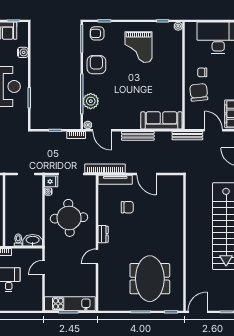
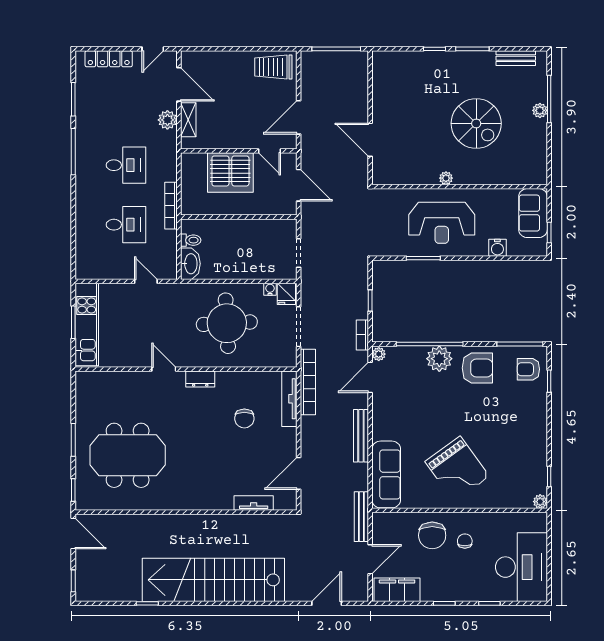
armchair: (97, 33) -> (528, 369), turned -90
grand piano: (139, 47) -> (457, 469), moved, turned -126
chair: (199, 92) -> (432, 535), turned 96
plant: (91, 101) -> (439, 359), moved
door: (147, 174) -> (299, 473), moved
tv unit: (179, 202) -> (254, 503), added

